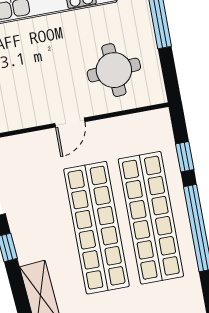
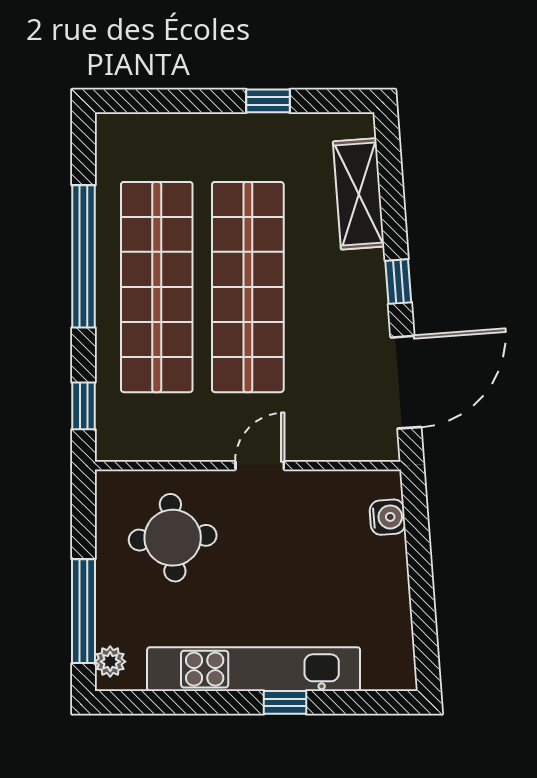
window: (185, 157) -> (83, 406), moved

